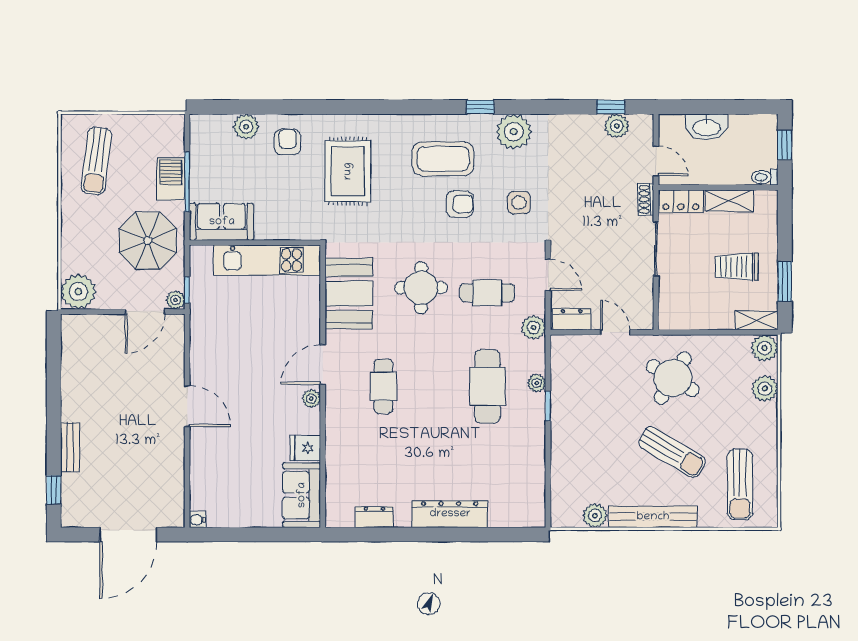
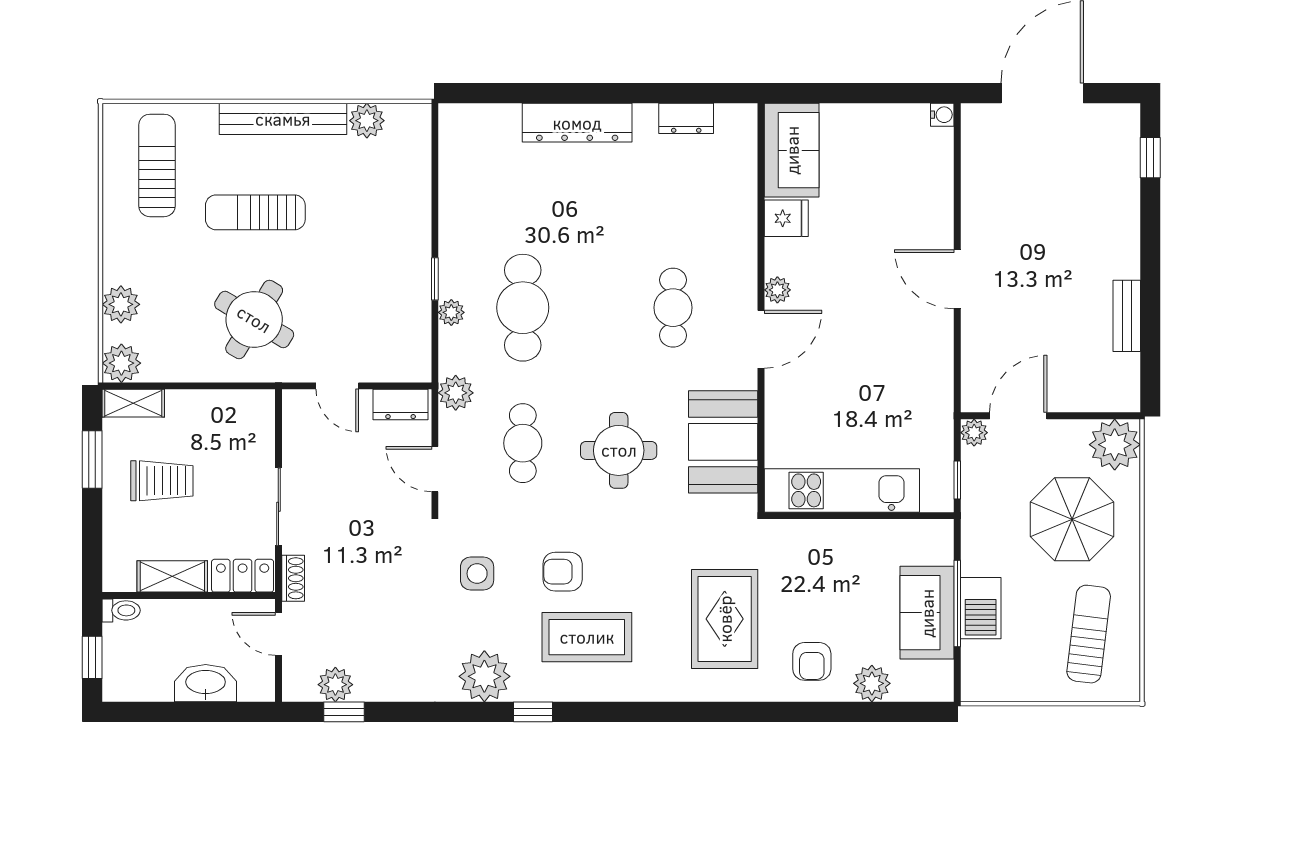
sofa: (222, 222) -> (927, 613), moved, turned 90
parasol: (148, 241) -> (1072, 519), moved
window: (187, 290) -> (957, 480), moved
cafe table: (487, 293) -> (523, 443), turned 90
bench: (70, 447) -> (1127, 316), moved
sun lounger: (672, 452) -> (255, 212), turned -31

